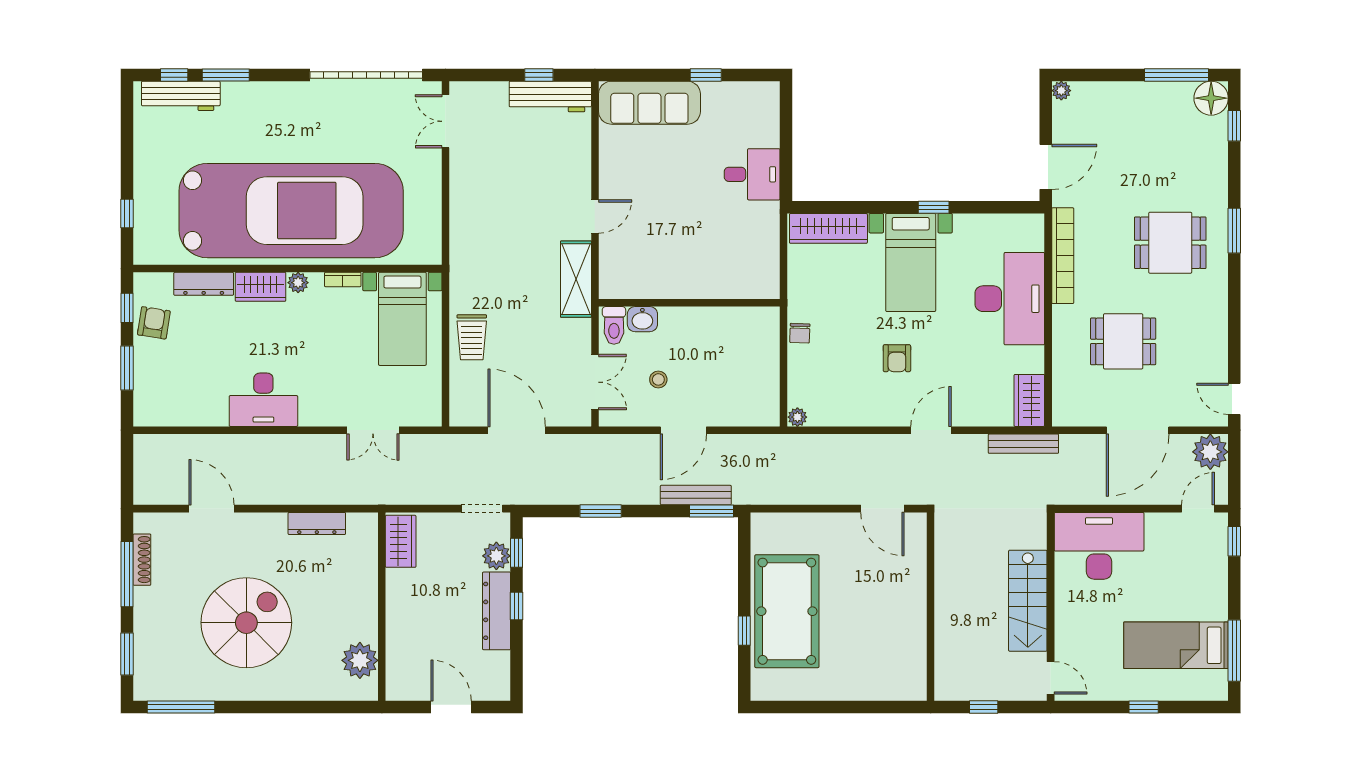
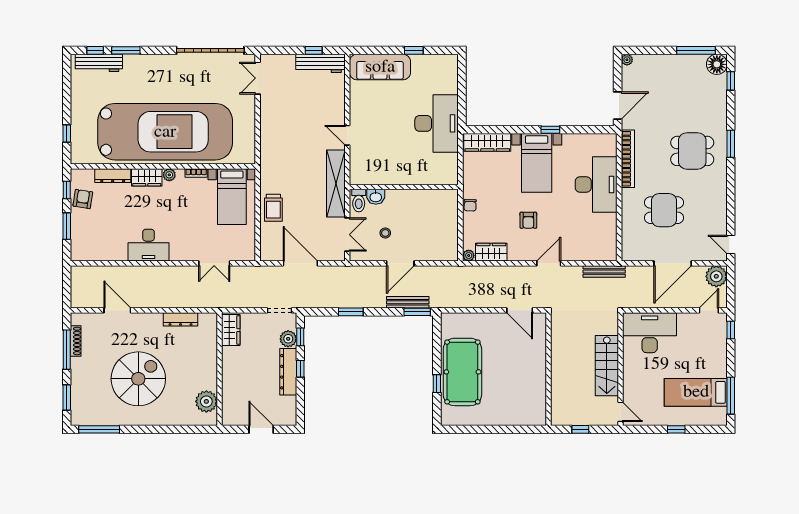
desk: (752, 174) -> (437, 123), width x1.87, depth x1.30
door: (595, 216) -> (347, 135), swing flipped
shelving: (576, 279) -> (336, 184), width x1.47
wardrobe: (1029, 400) -> (491, 252), moved, turned 90

